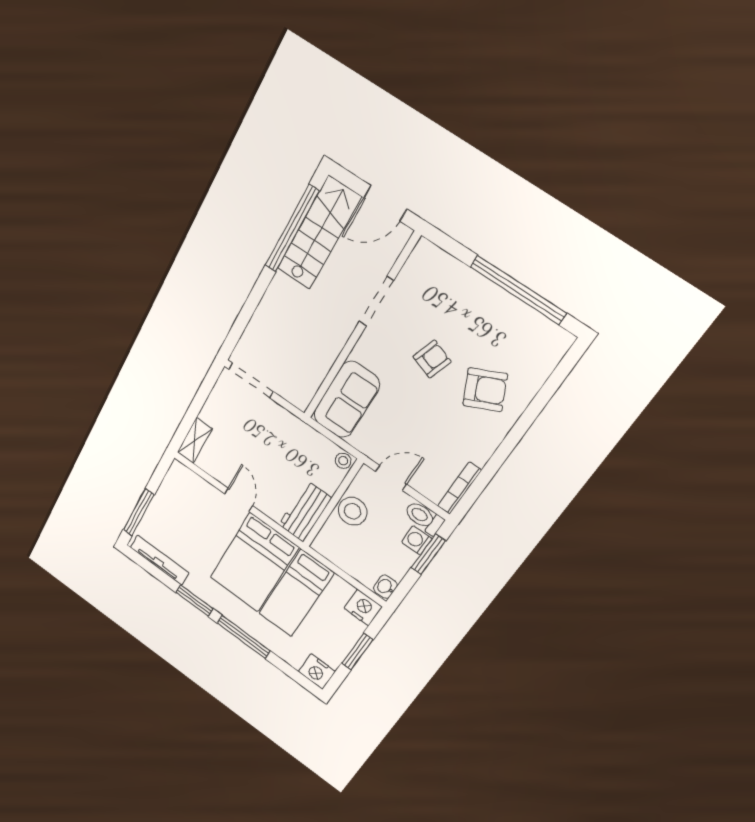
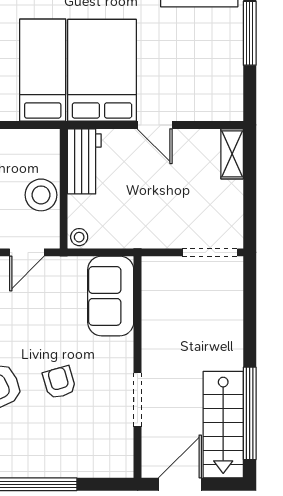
armchair: (432, 359) -> (59, 382), turned 145

